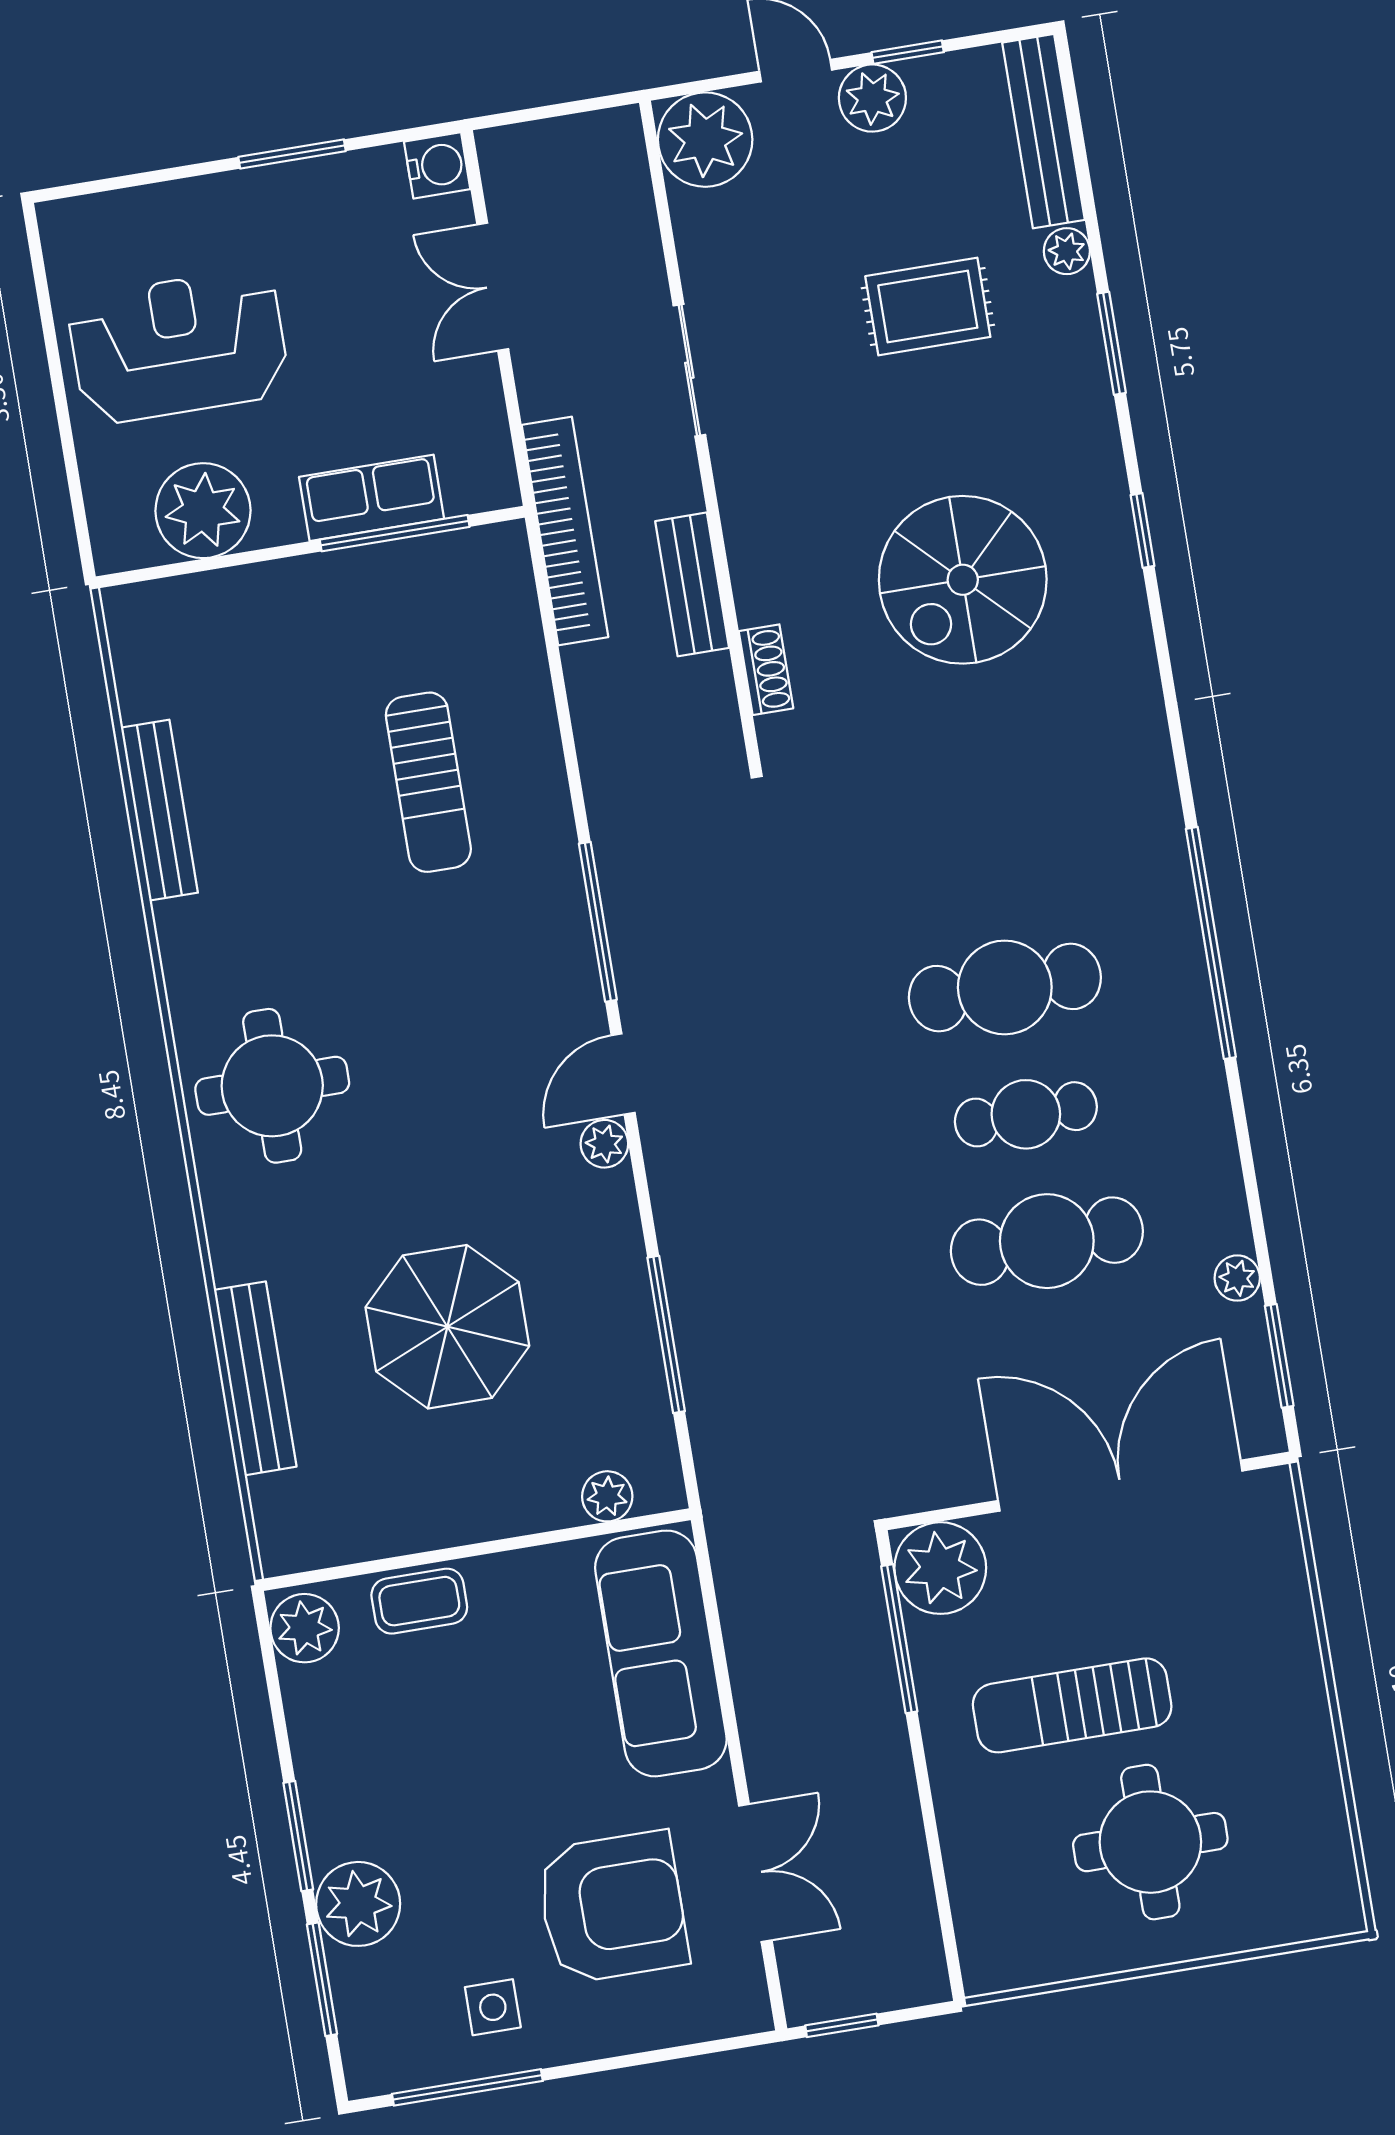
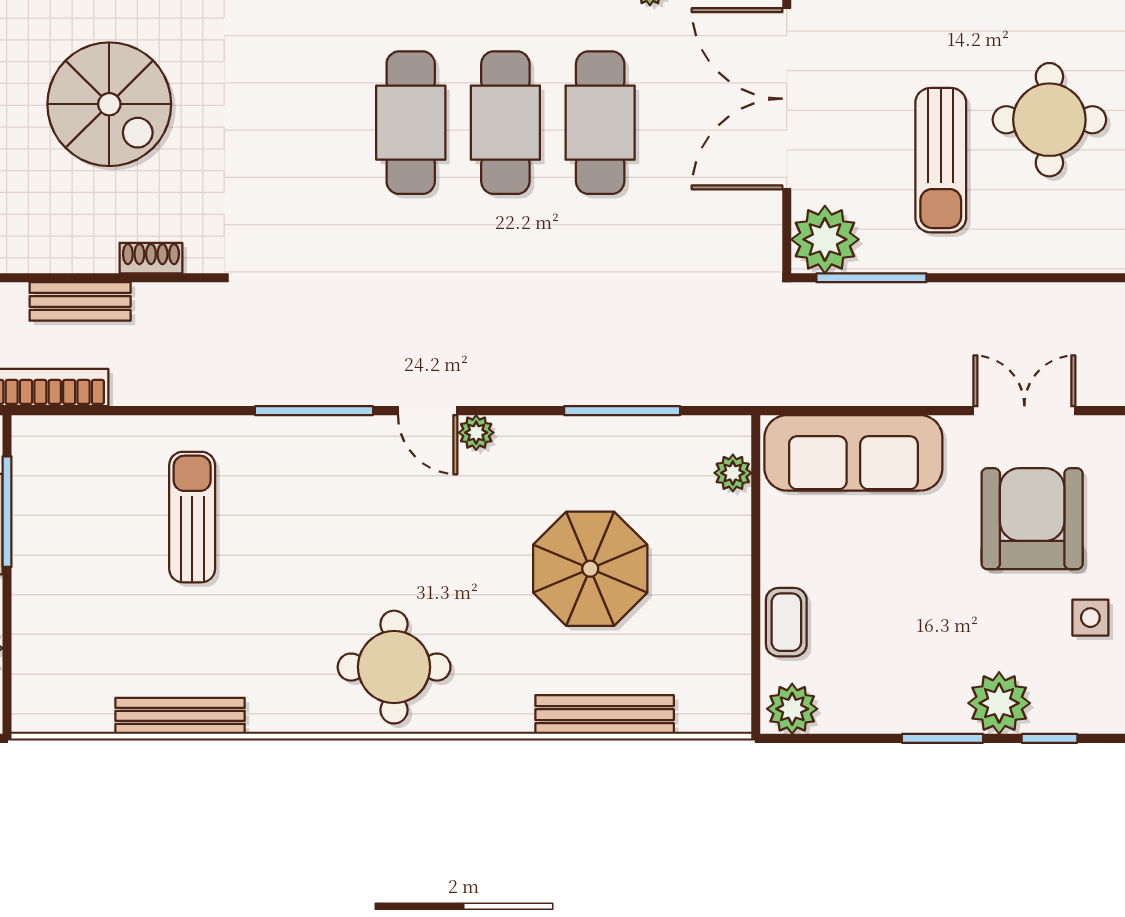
sun lounger: (428, 782) -> (192, 517), turned -90
cafe table: (1026, 1114) -> (505, 123), width x1.37, depth x1.35
window: (322, 1979) -> (1050, 738), width x0.67

